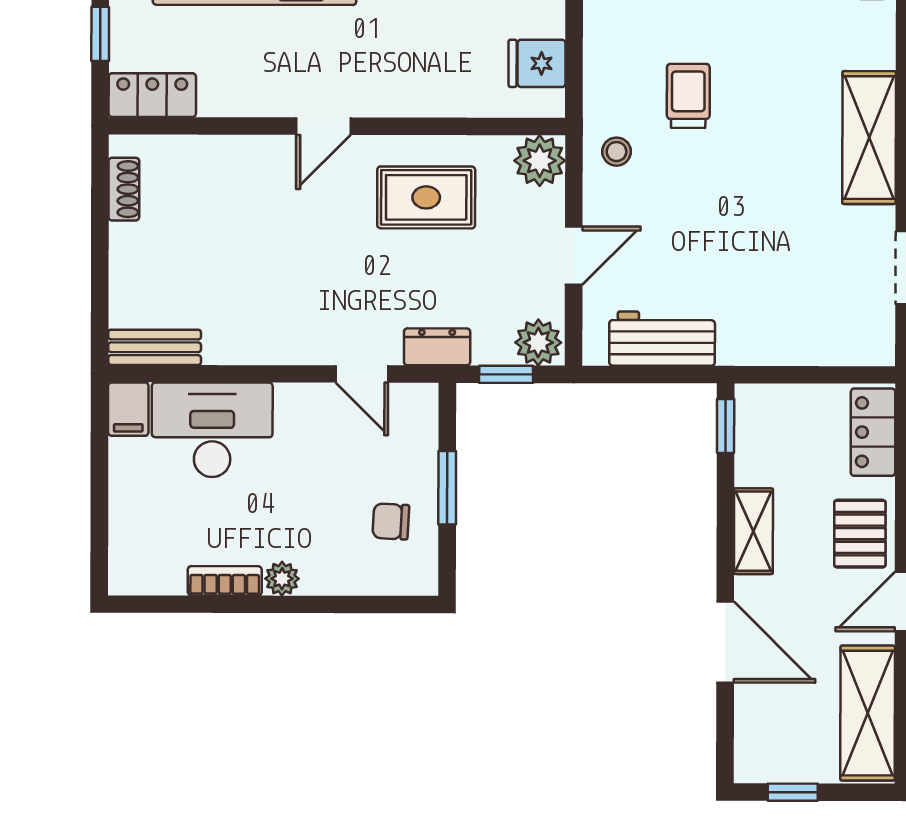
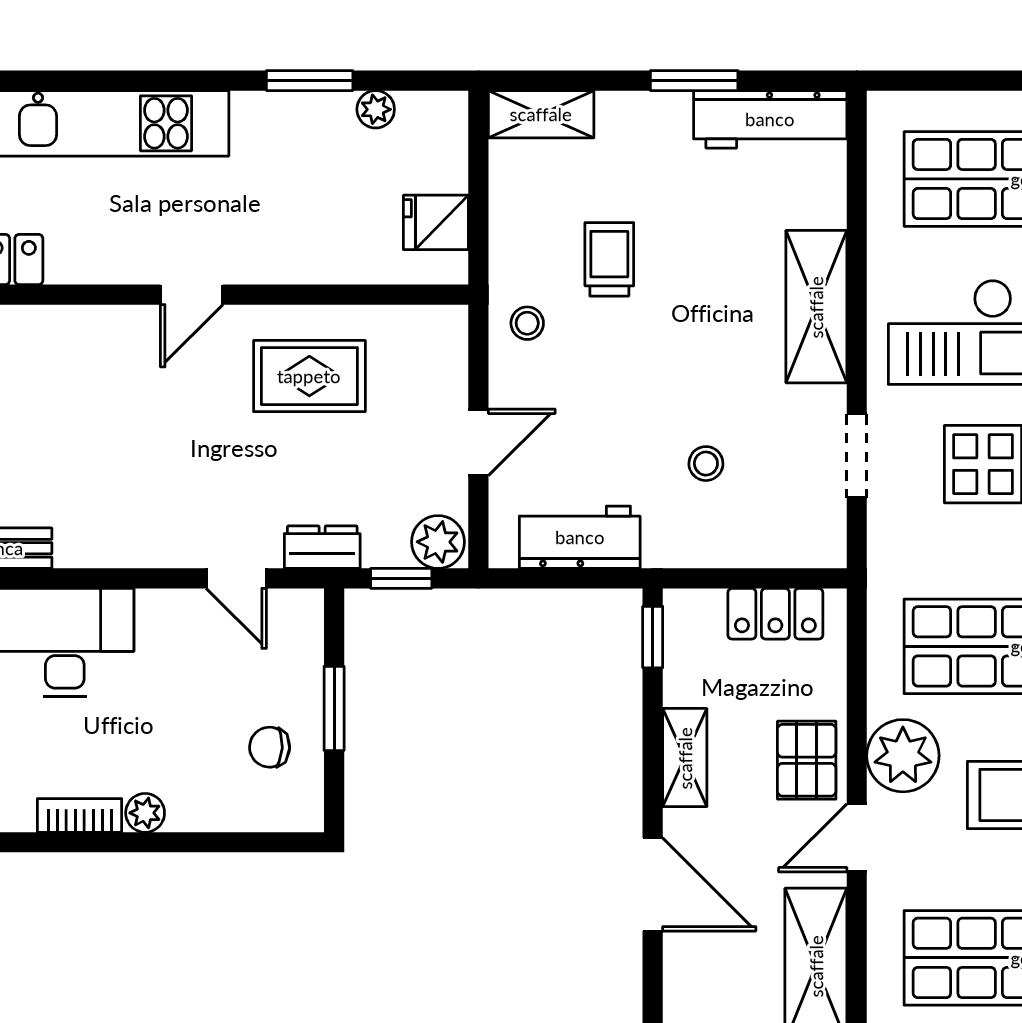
plant: (540, 161) -> (439, 334), removed
stool: (772, 274) -> (706, 464), added
locker: (873, 432) -> (775, 614), moved, turned -90

